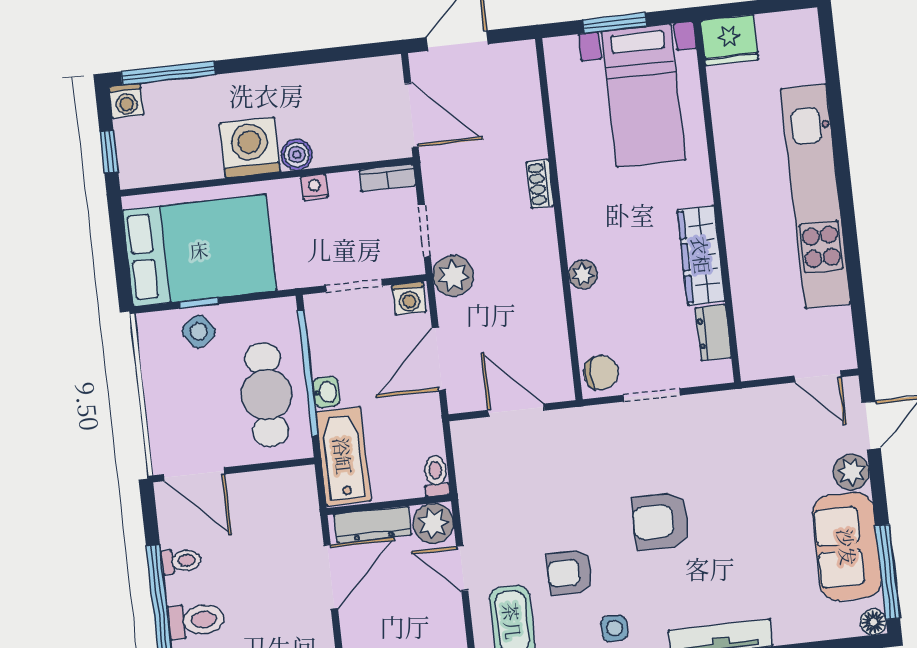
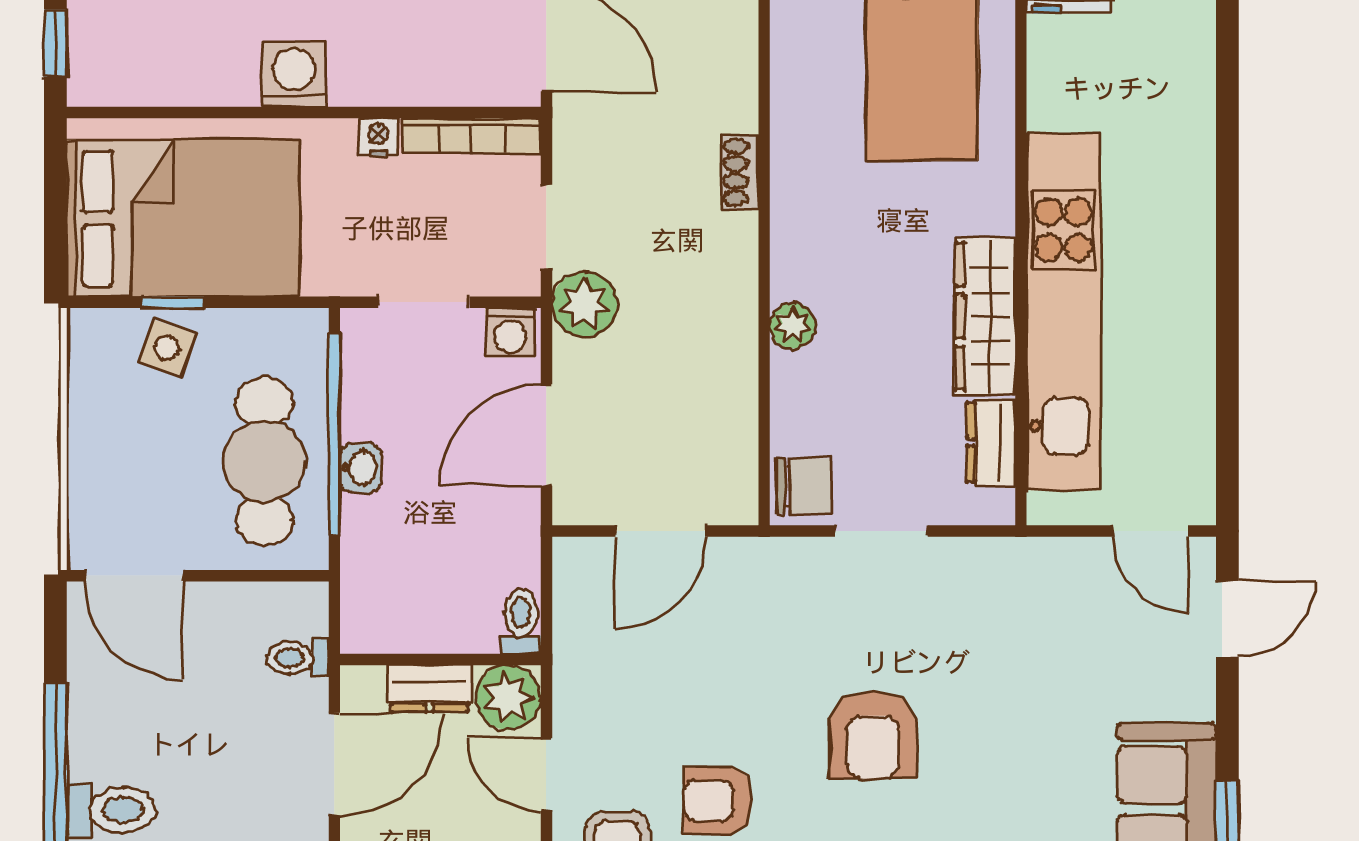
washing machine: (250, 148) -> (294, 74), width x0.73, depth x0.73
boiler: (297, 155) -> (356, 82), removed
bookcase: (387, 178) -> (472, 136), width x1.56
kitchen unit: (816, 196) -> (1063, 312), moved, turned 180
side table: (199, 331) -> (167, 348), turned -36
door: (516, 410) -> (661, 531), swing flipped
bathtub: (343, 456) -> (376, 574), removed
plant: (851, 472) -> (1187, 690), removed
armchair: (661, 521) -> (873, 735), turned -90
dresser: (373, 525) -> (429, 689), width x0.70
toilet: (181, 561) -> (298, 658), moved, turned 180

